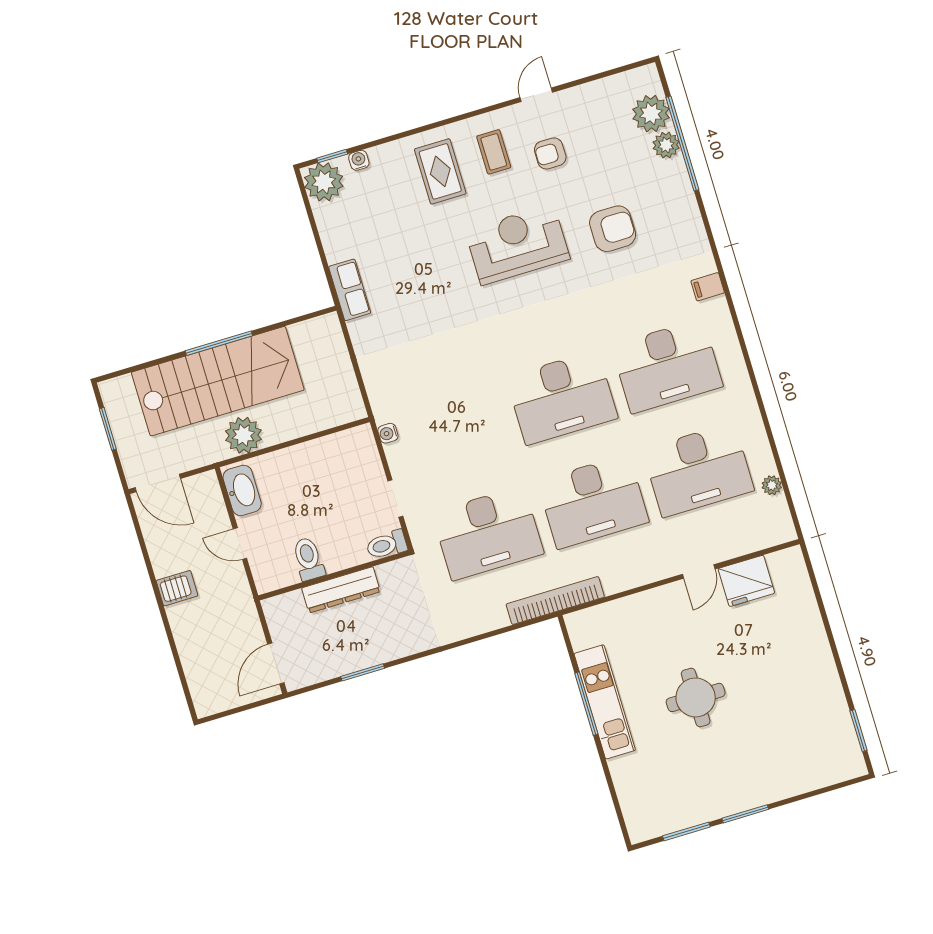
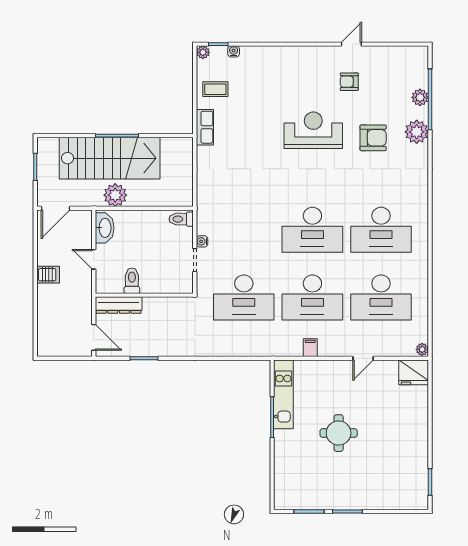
plant: (651, 114) -> (417, 132), moved
coffee table: (494, 152) -> (215, 89), moved, turned 90
rug: (440, 171) -> (280, 73), removed
plant: (324, 182) -> (203, 52), width x0.53, depth x0.53
filing cabinet: (708, 287) -> (310, 348), moved, turned 90
water cooler: (388, 433) -> (202, 241), moved
door: (158, 483) -> (55, 208), hinge flipped
plant: (772, 485) -> (422, 349), moved
toilet: (387, 545) -> (181, 219), moved
fridge: (746, 581) -> (414, 372), moved
dresser: (341, 590) -> (119, 305), moved
bookcase: (555, 601) -> (272, 350), removed
door: (276, 663) -> (94, 337), swing flipped
kitchen unit: (605, 702) -> (283, 394), moved

